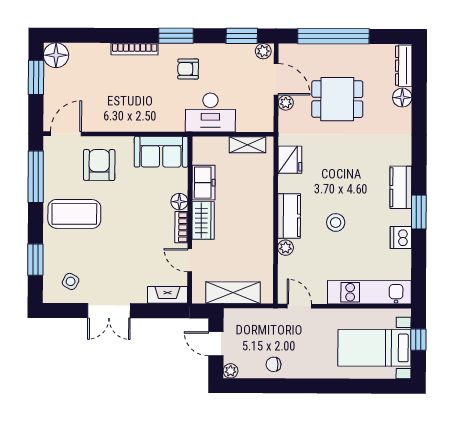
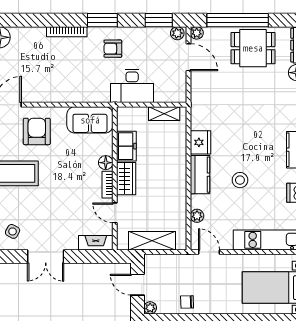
dining table: (337, 99) -> (253, 48), moved
plant: (286, 103) -> (197, 33), moved
fridge: (290, 160) -> (200, 142), moved
plant: (286, 248) -> (197, 216), moved

